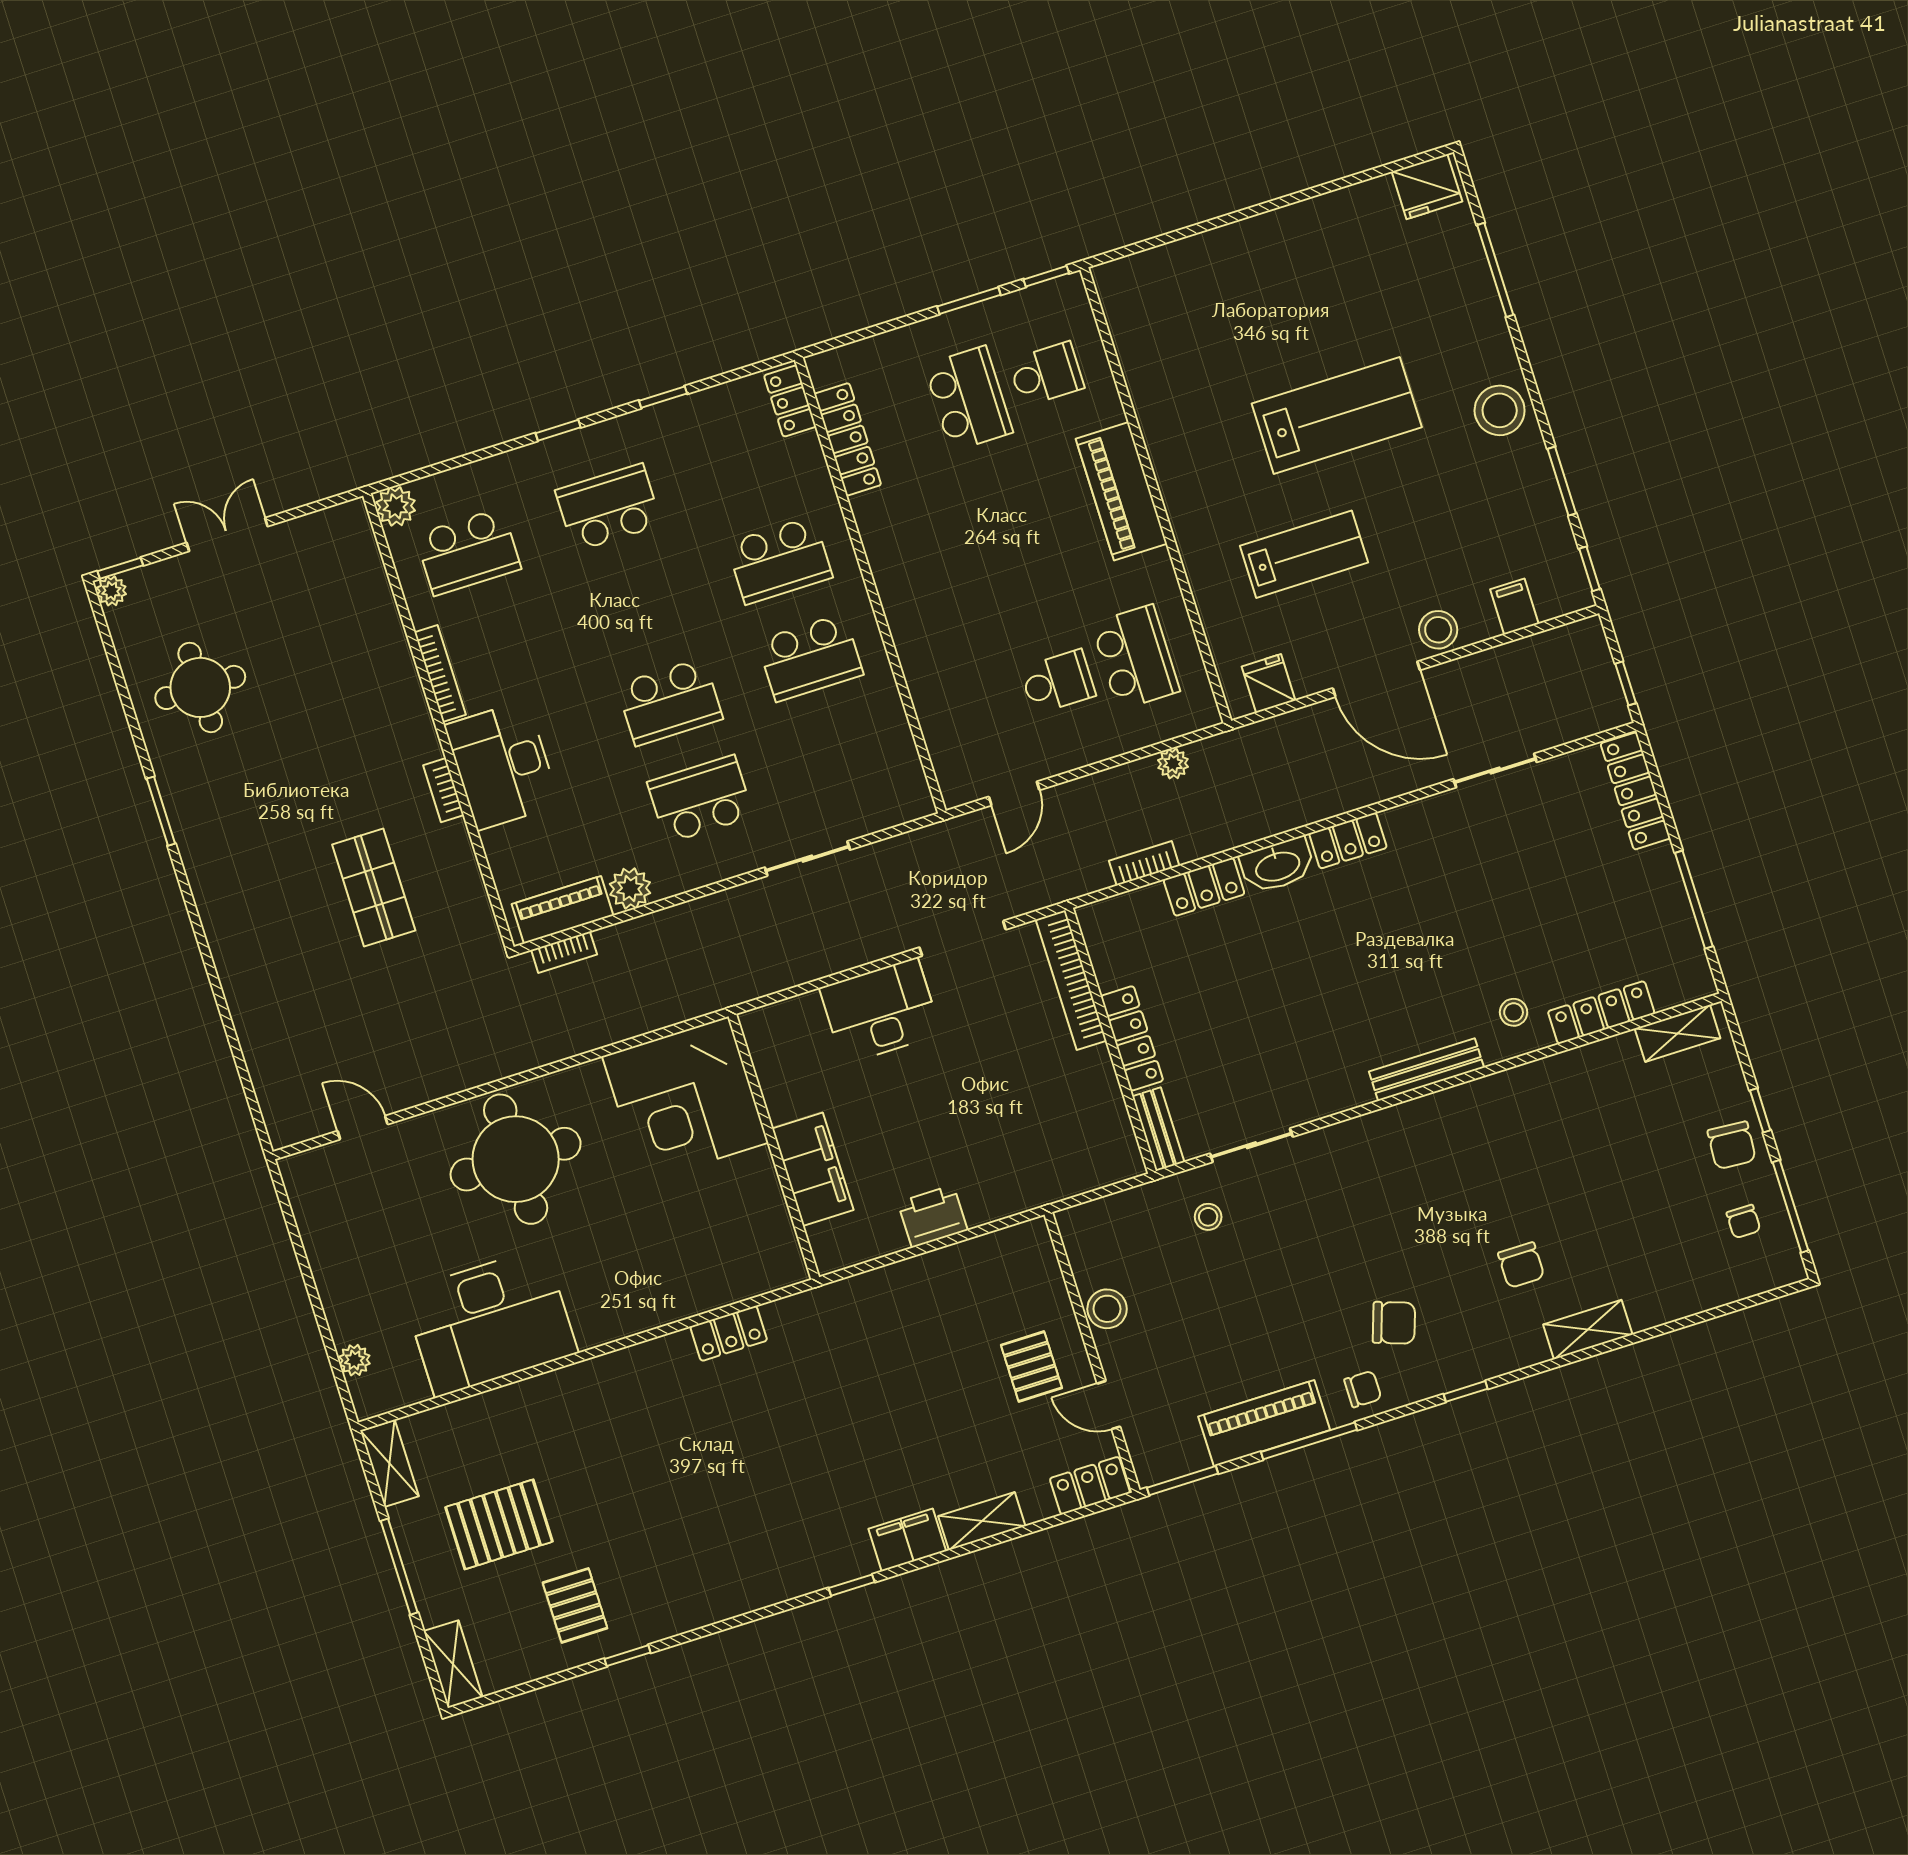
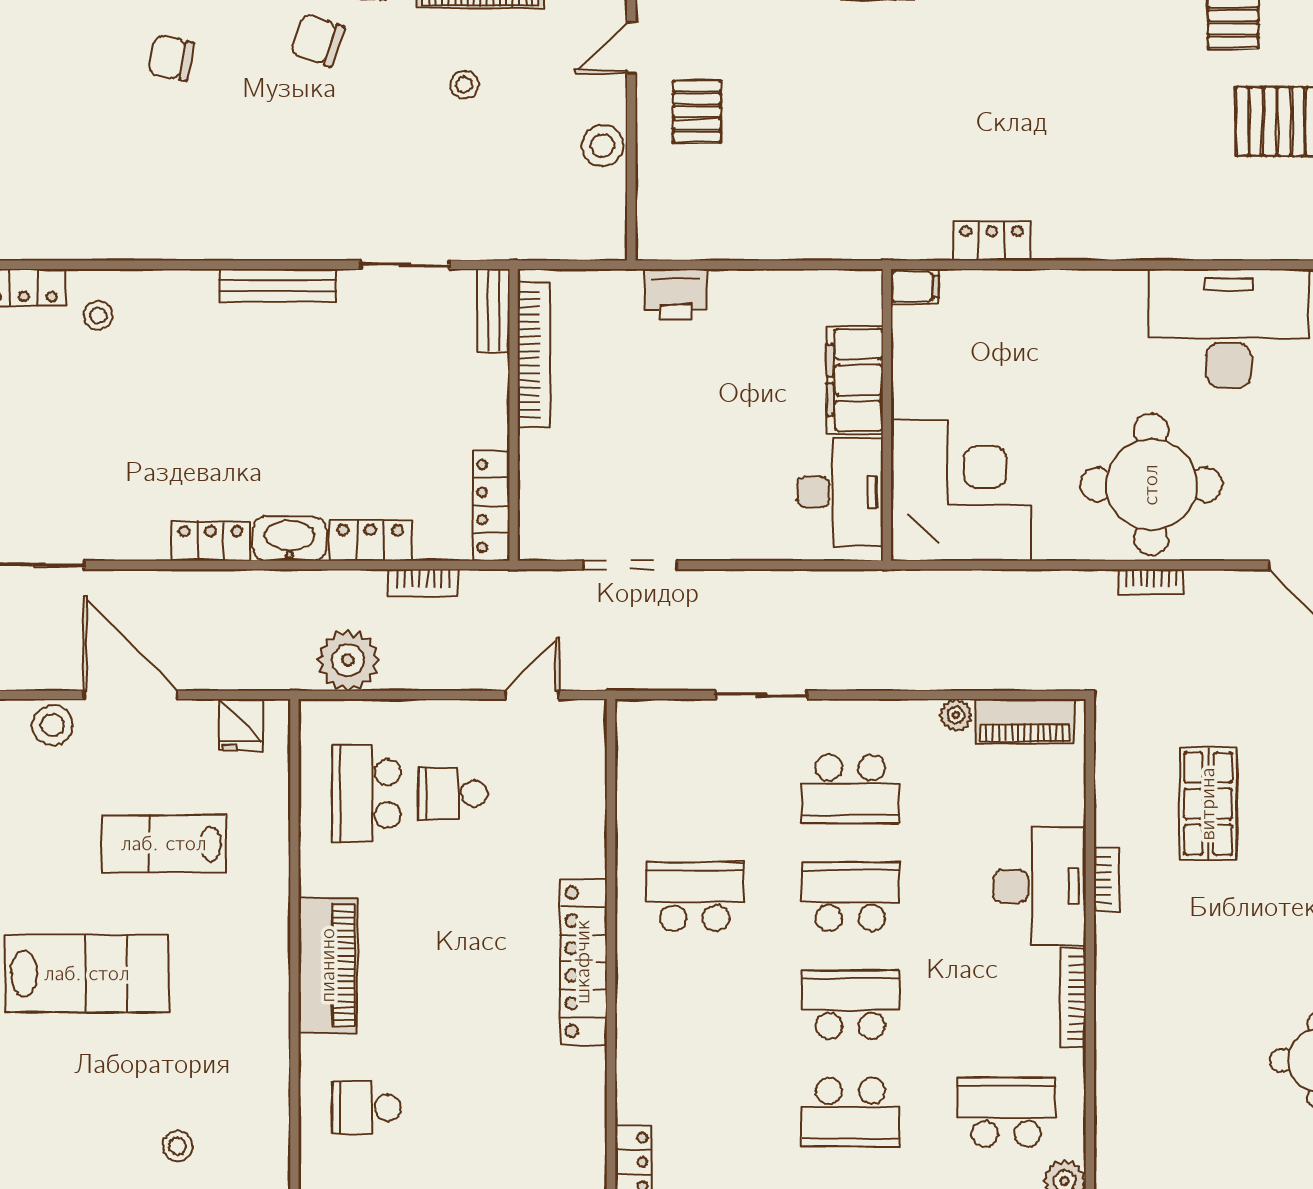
stool: (1206, 286) -> (177, 1146), added
school desk: (968, 399) -> (453, 1108), removed
lab bench: (1337, 415) -> (87, 974), turned 180
locker: (848, 439) -> (583, 962), moved, width x1.41, depth x1.21
school desk: (780, 560) -> (850, 1004), moved
plant: (1173, 764) -> (348, 660), width x1.88, depth x1.88
plant: (630, 889) -> (956, 715), width x0.73, depth x0.73
bookcase: (564, 952) -> (1151, 582), moved, turned 180
bookcase: (1071, 980) -> (534, 355), moved
desk: (880, 1011) -> (840, 492), moved, turned -90
locker: (1132, 1038) -> (491, 506), moved
bench: (1426, 1070) -> (278, 285), moved
printer: (933, 1216) -> (675, 294), moved
stool: (1208, 1217) -> (464, 85), moved
chair: (1521, 1265) -> (171, 58), turned -79
filing cabinet: (785, 1270) -> (915, 287), added
door: (1109, 1405) -> (631, 48), swing flipped

